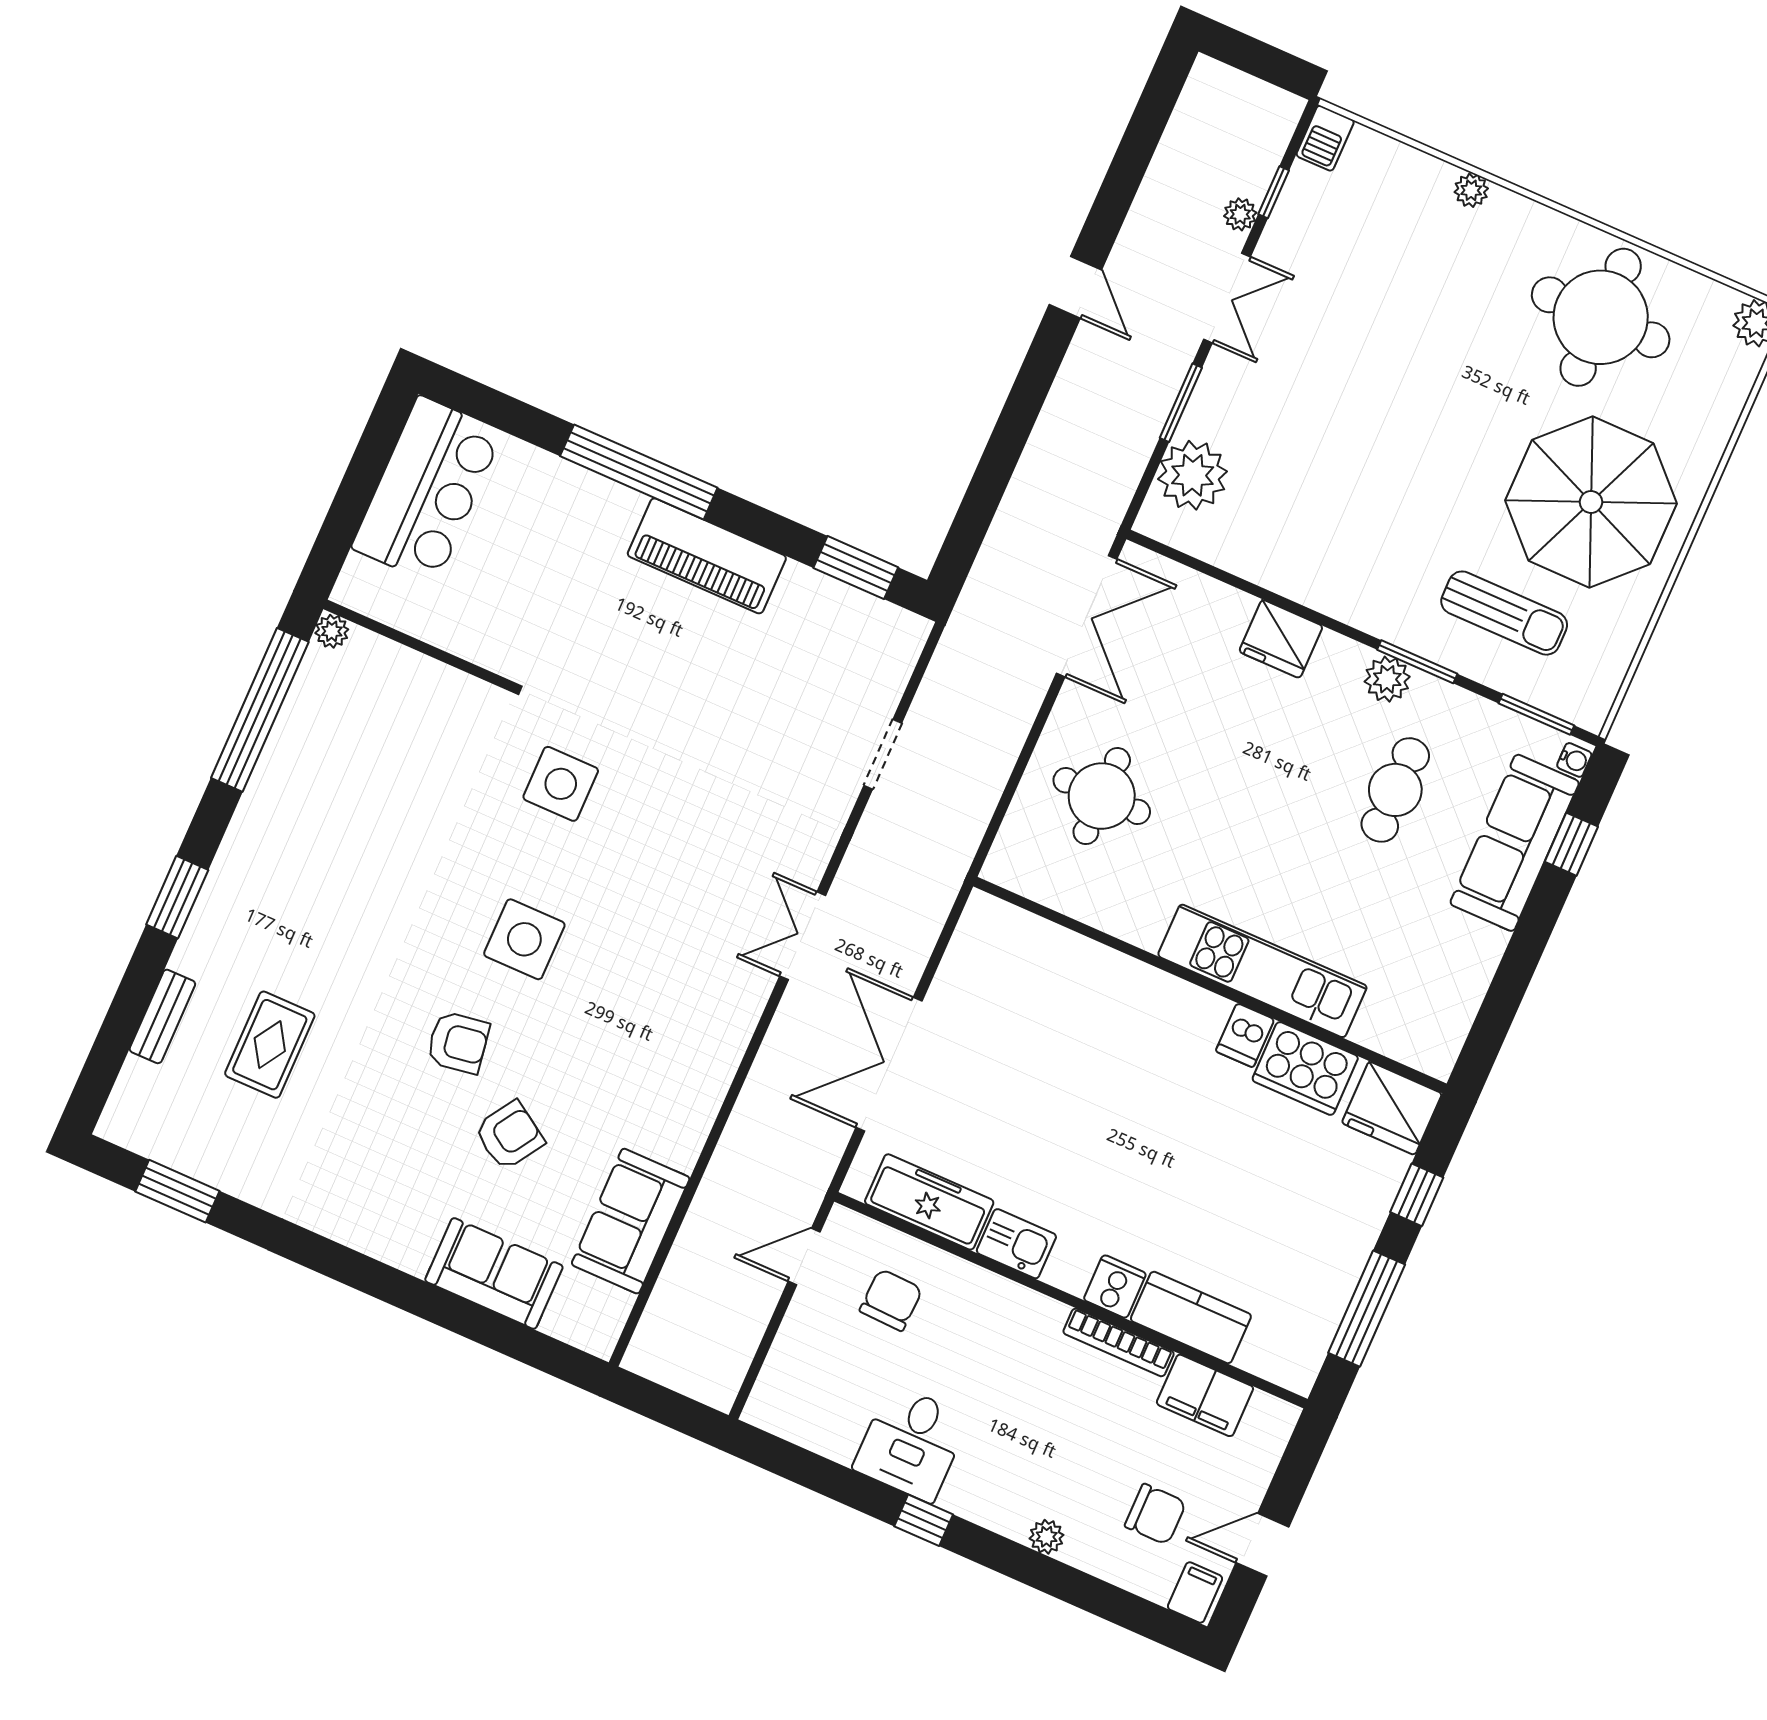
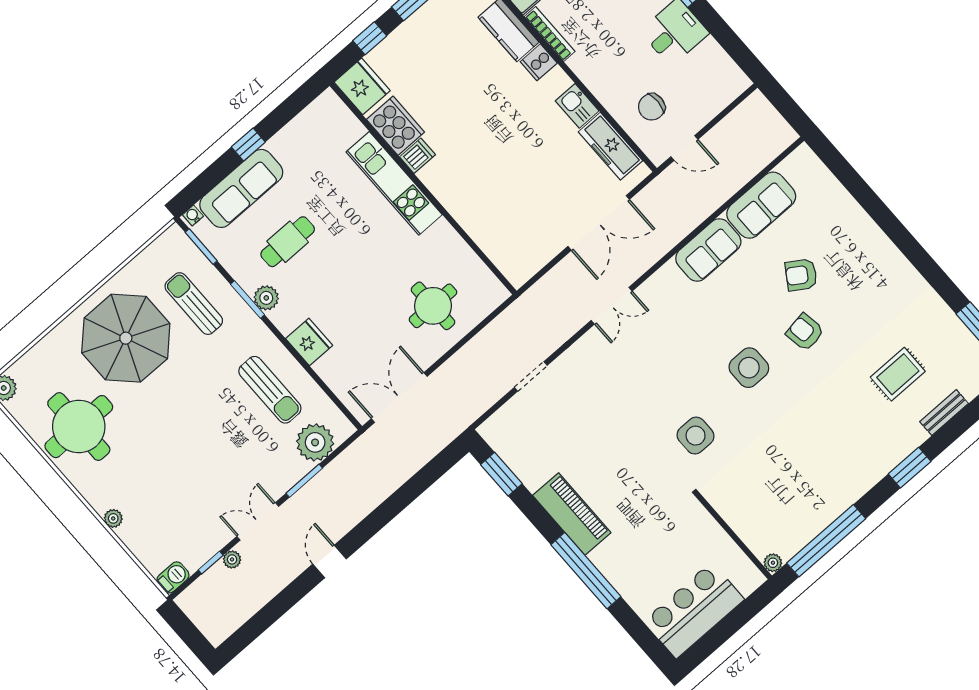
sun lounger: (1309, 528) -> (270, 390), added
window: (1571, 844) -> (248, 144), moved
sofa: (494, 1273) -> (708, 250), moved, turned -90

